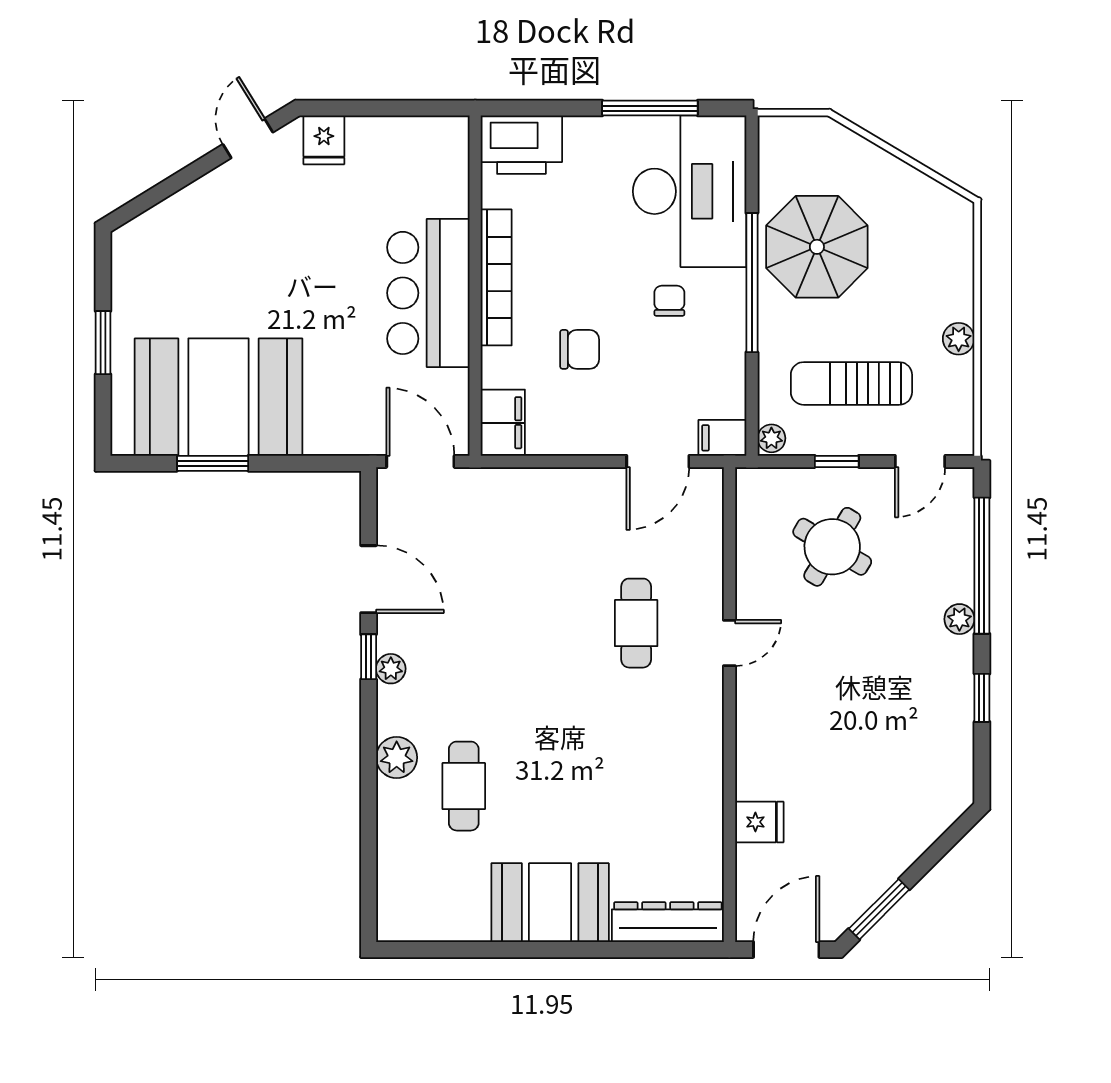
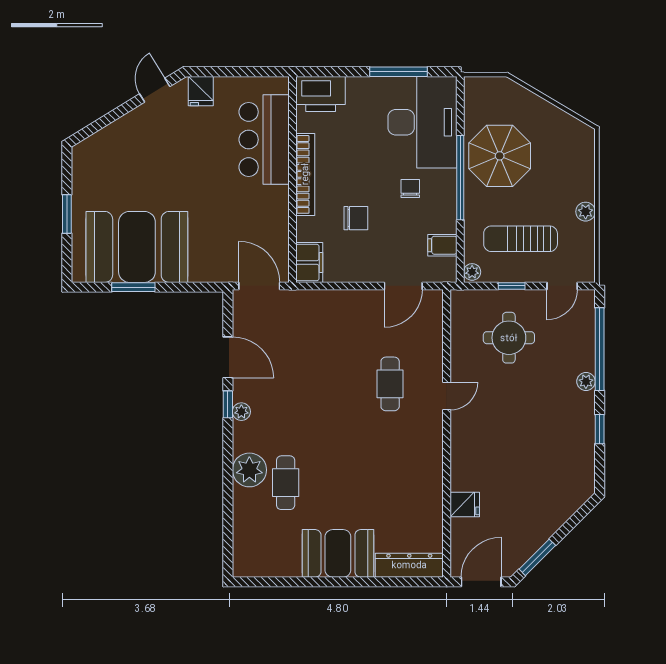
bar counter: (428, 293) -> (264, 140), moved
filing cabinet: (722, 438) -> (442, 245), moved
round table: (832, 547) -> (509, 338), turned -31
plant: (397, 758) -> (249, 470), width x1.36, depth x1.36

